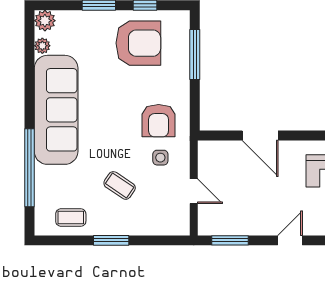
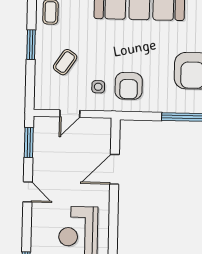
armchair: (159, 121) -> (129, 86), turned -90
coffee table: (120, 185) -> (65, 62), moved

